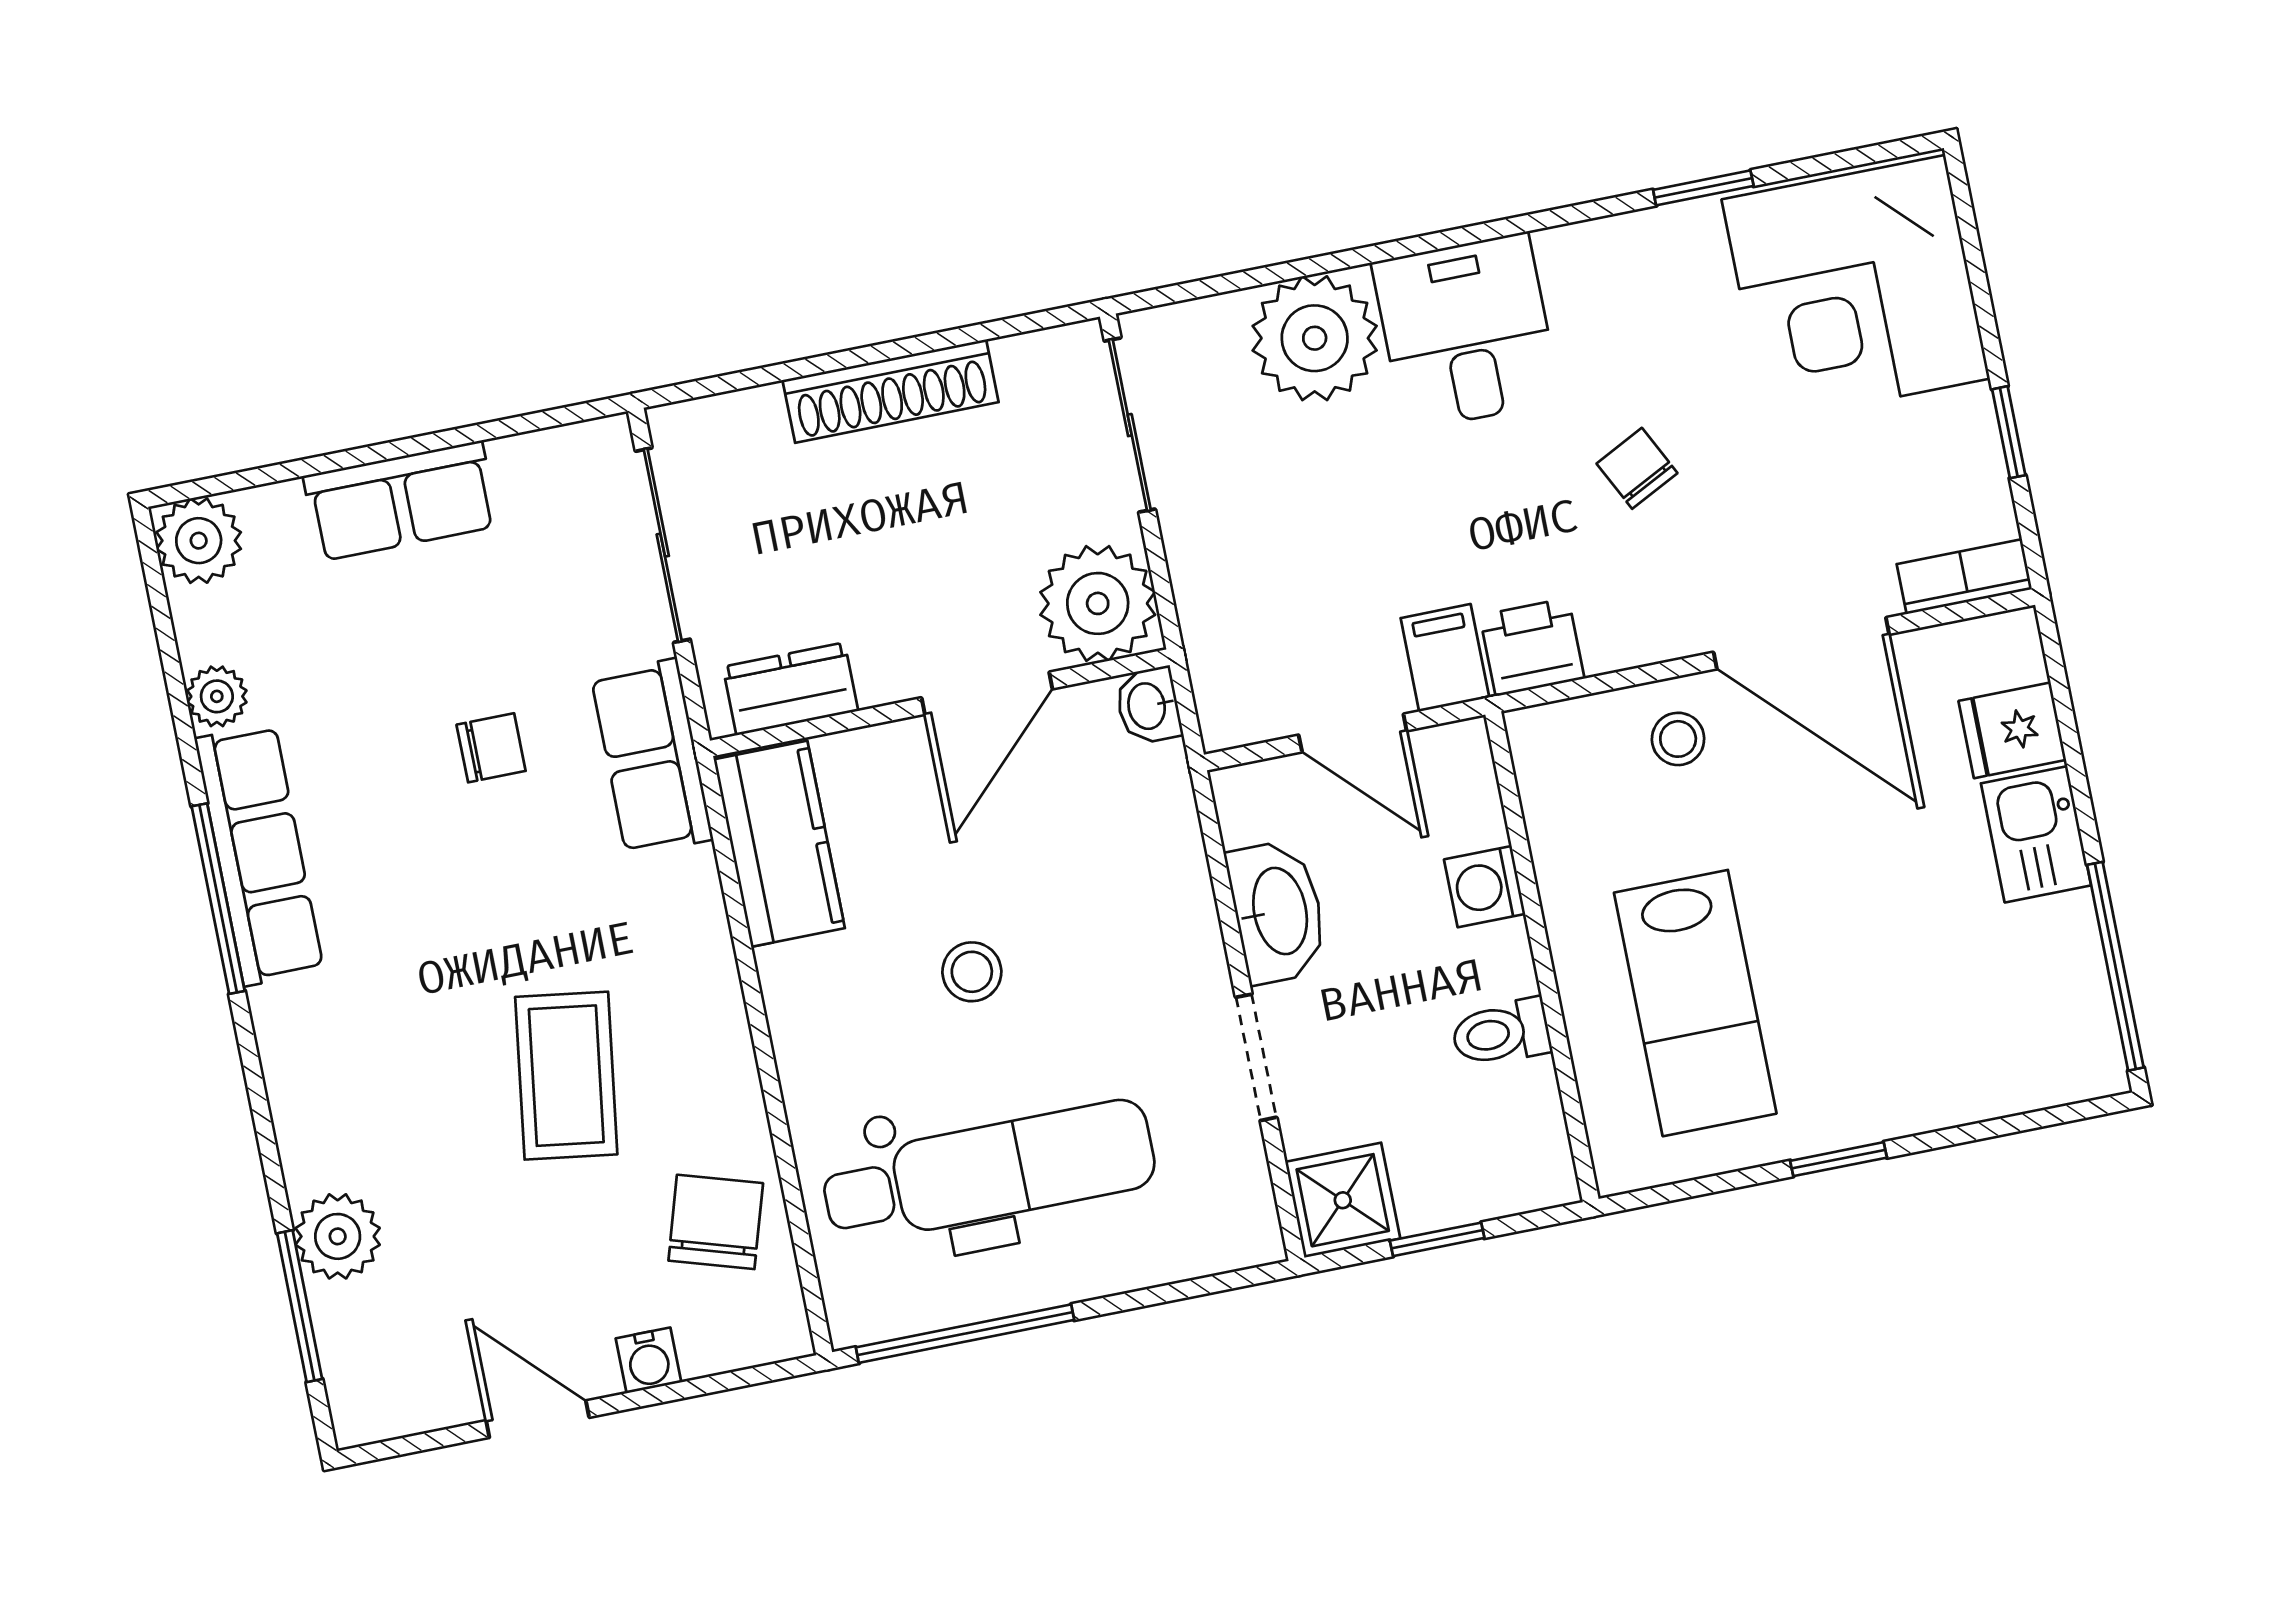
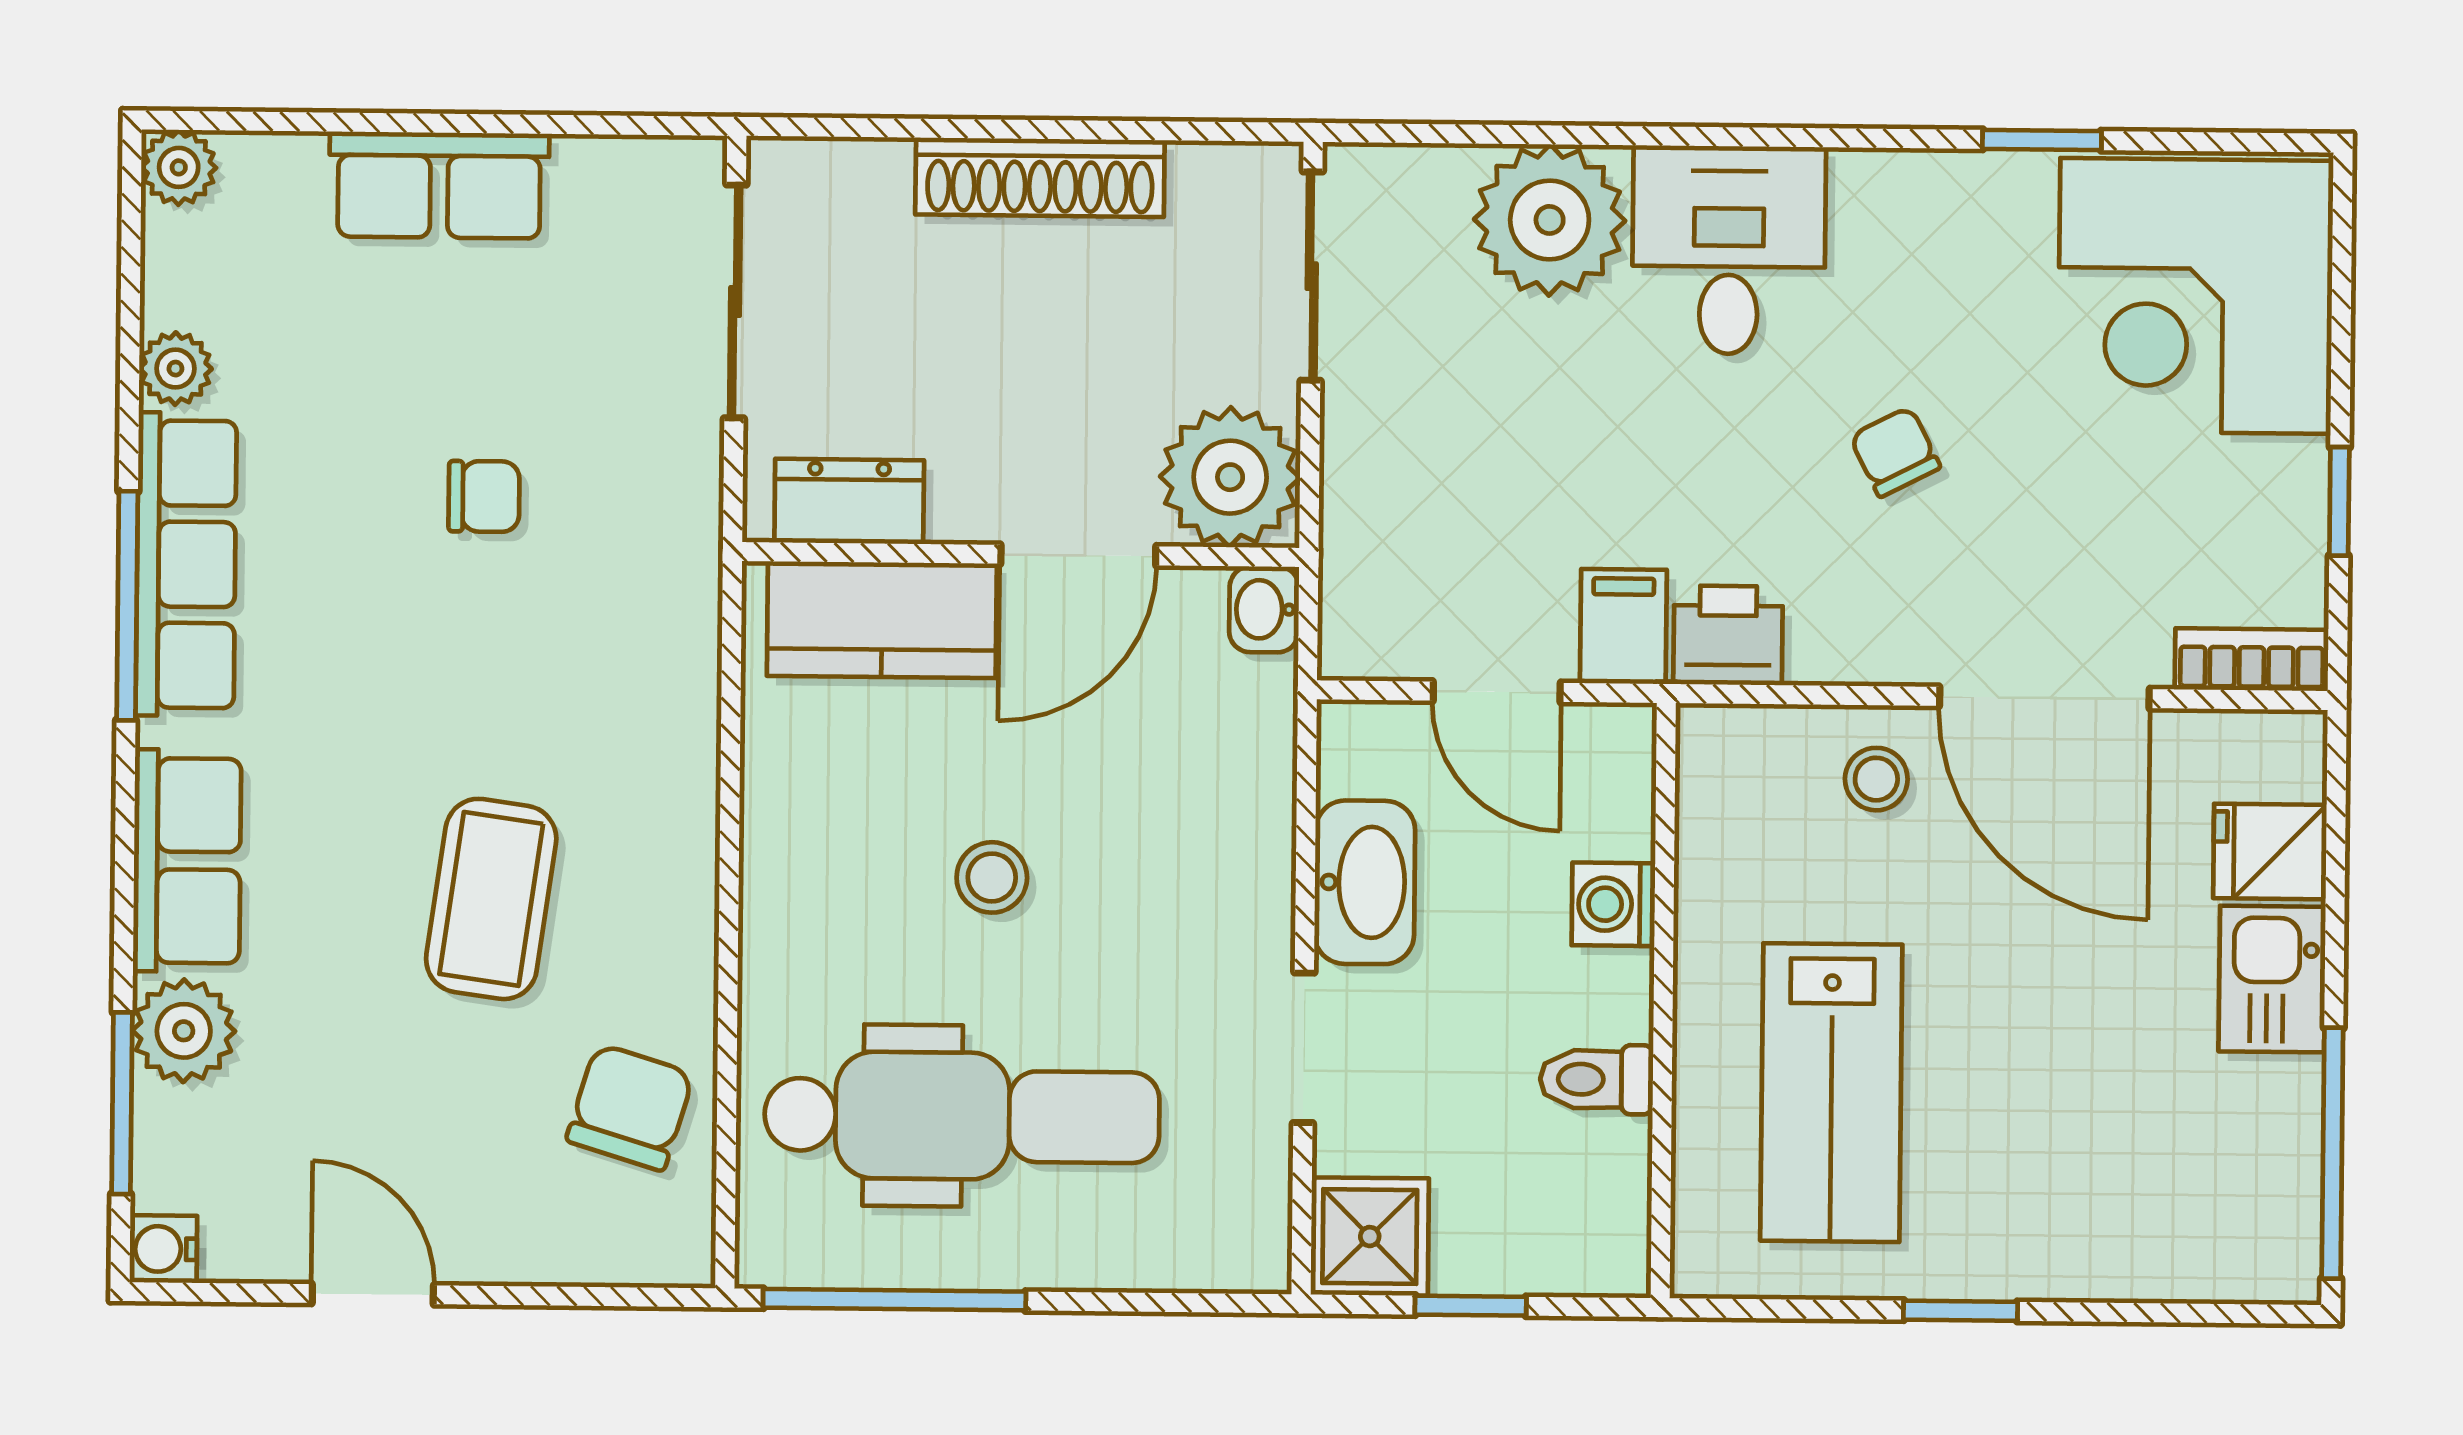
plant: (199, 541) -> (179, 167), width x0.73, depth x0.73
row of seats: (652, 757) -> (187, 861), moved, turned 180
kitchen counter: (779, 844) -> (882, 620), moved, turned 90
water cooler: (648, 1360) -> (163, 1249), moved, turned 90

